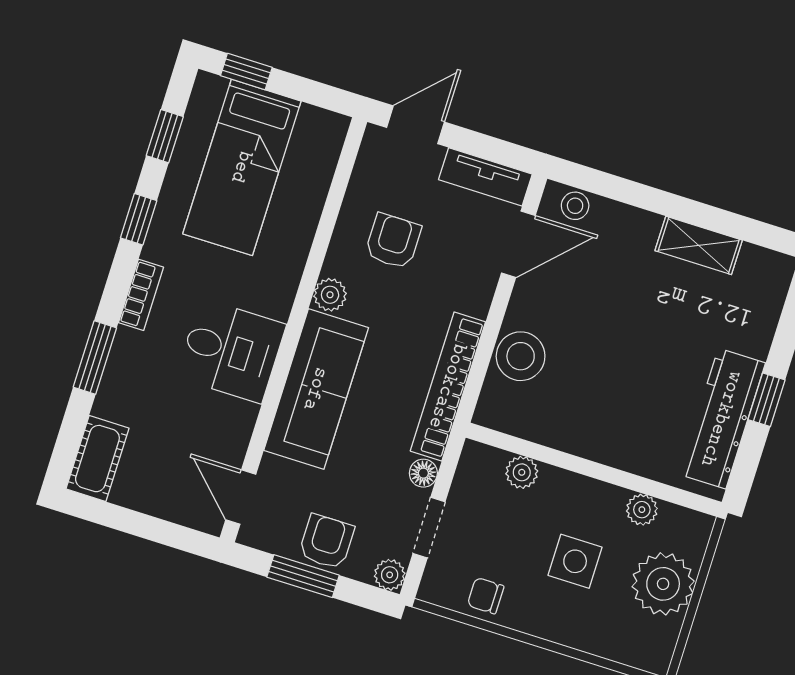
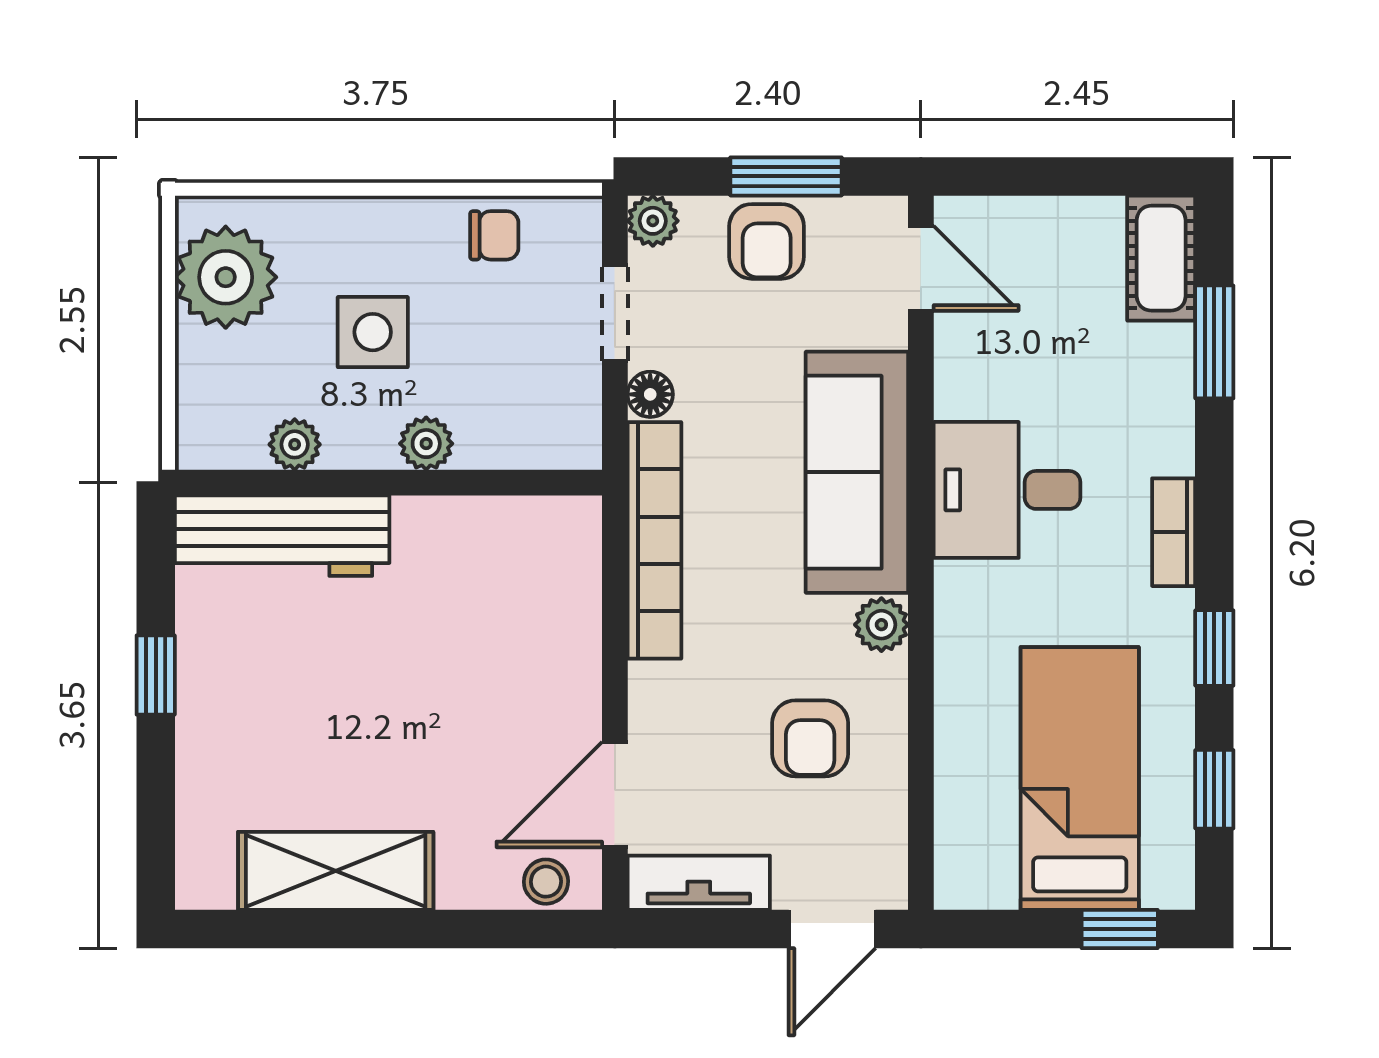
shelving: (699, 245) -> (336, 871), width x1.50, depth x1.33
stool: (521, 356) -> (557, 623), removed
window: (95, 358) -> (1214, 342), moved
workbench: (722, 419) -> (282, 536), moved, turned 90
plant: (522, 472) -> (426, 444), moved
plant: (663, 584) -> (226, 277), moved

